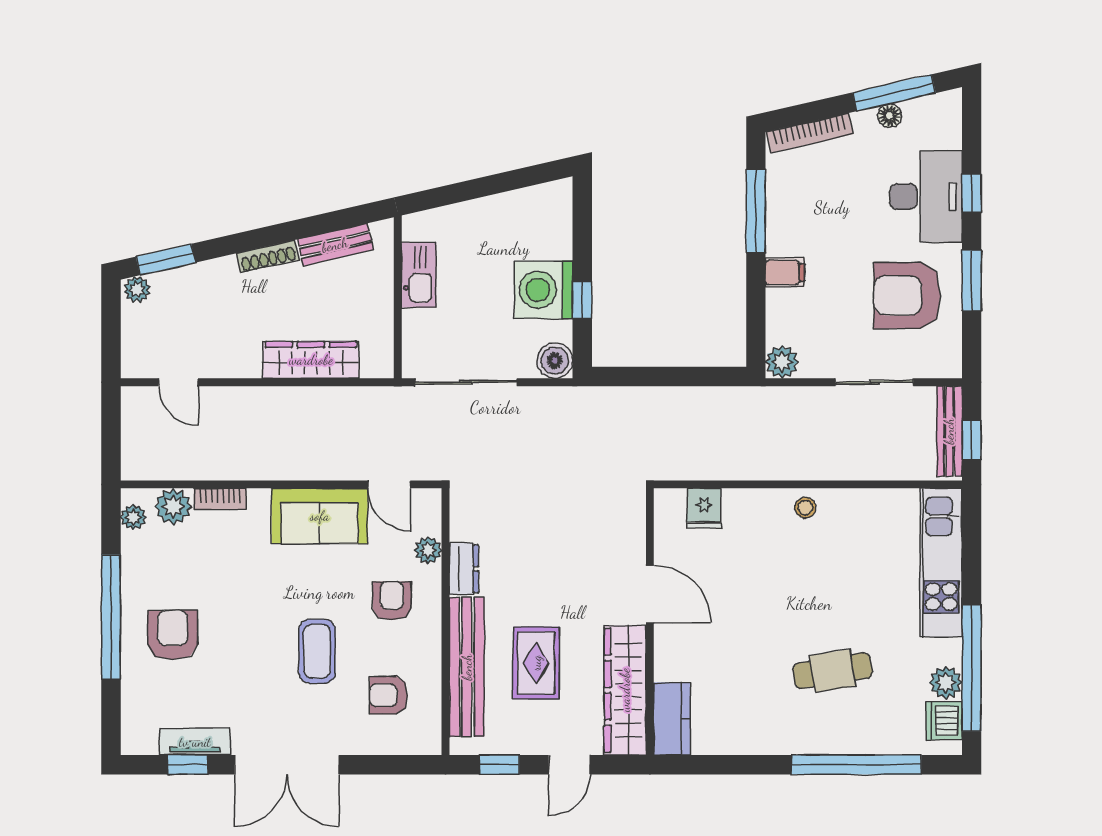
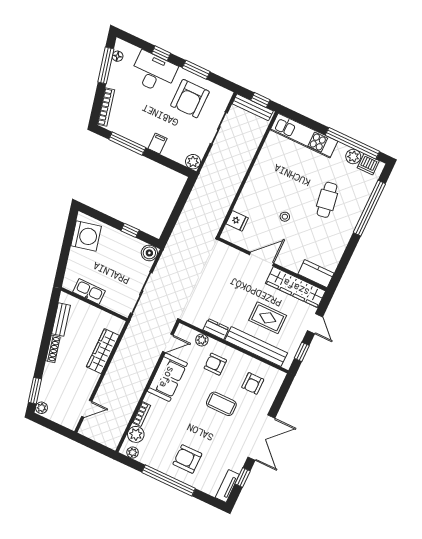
floor lamp: (890, 116) -> (118, 56), moved
washing machine: (544, 290) -> (86, 236), moved, turned -103
stool: (805, 508) -> (285, 217), moved
tv unit: (195, 742) -> (227, 486), moved

